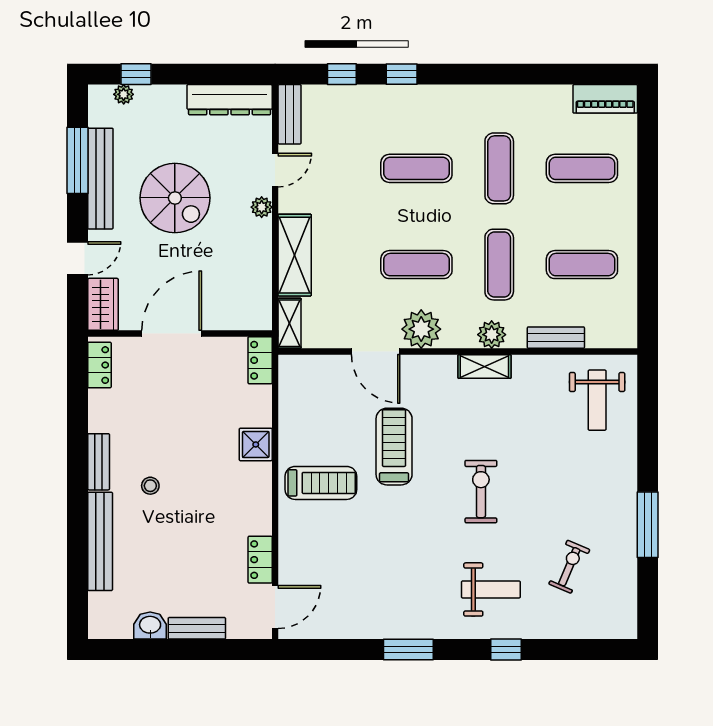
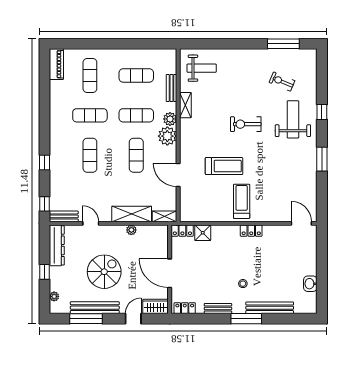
window: (136, 74) -> (44, 272), moved
window: (342, 74) -> (44, 204), moved
plant: (262, 207) -> (131, 230), moved
door: (78, 258) -> (133, 319), hinge flipped
exercise mat: (582, 265) -> (136, 75), turned 90
plant: (421, 329) -> (167, 136), moved
door: (376, 352) -> (178, 175), swing flipped
shelving: (484, 367) -> (185, 105), moved
shower: (256, 444) -> (203, 233), moved
treadmill: (394, 447) -> (224, 166), turned 180
bench: (99, 462) -> (218, 309), moved
window: (78, 493) -> (246, 319), added
window: (648, 525) -> (283, 44), moved
locker: (260, 560) -> (251, 231), moved
weight bench: (491, 589) -> (293, 119), width x1.36, depth x1.33
bench: (197, 628) -> (312, 261), removed

